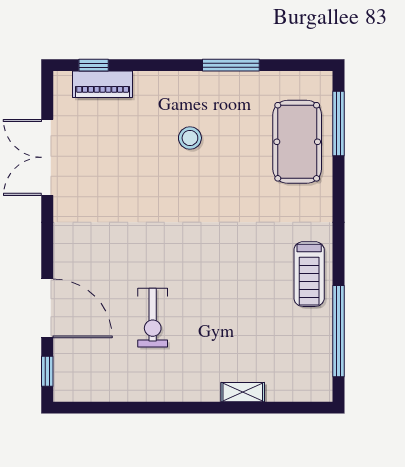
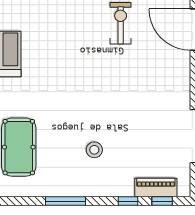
window: (142, 65) -> (128, 201), added

